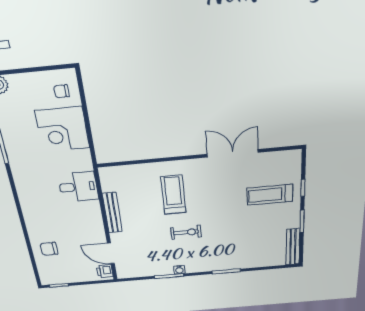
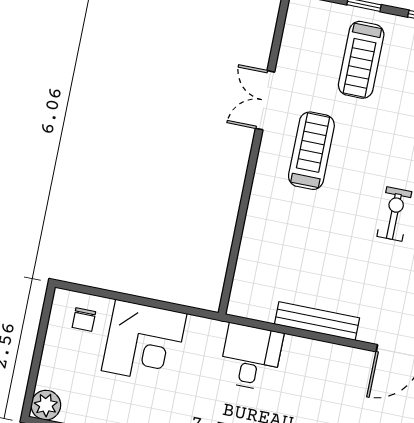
double door: (233, 153) -> (265, 100), width x0.73
treadmill: (173, 195) -> (311, 151), moved, turned 90

